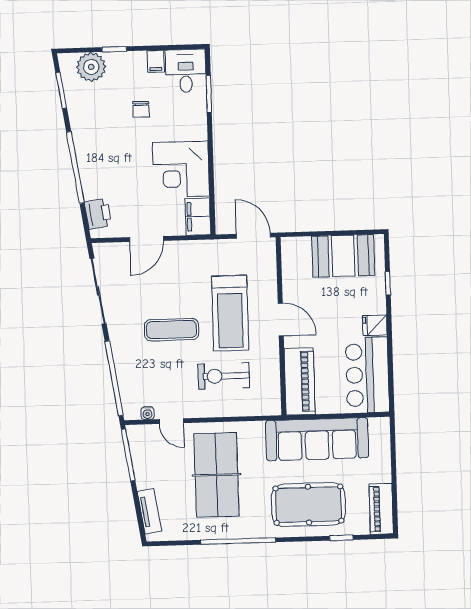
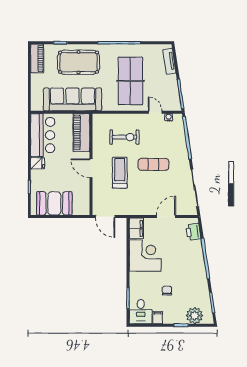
treadmill: (230, 313) -> (120, 173), width x0.73, depth x0.73

